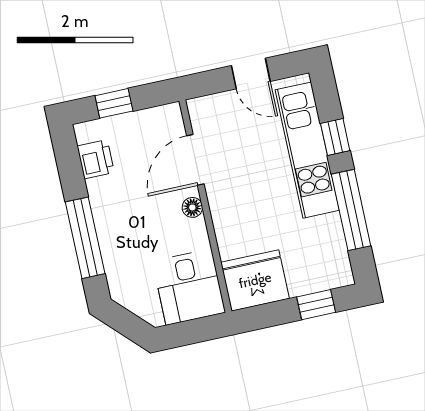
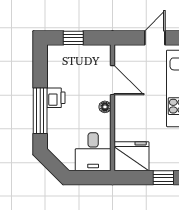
door: (251, 74) -> (155, 38), swing flipped
printer: (96, 159) -> (56, 98), moved
door: (195, 160) -> (113, 80), swing flipped

